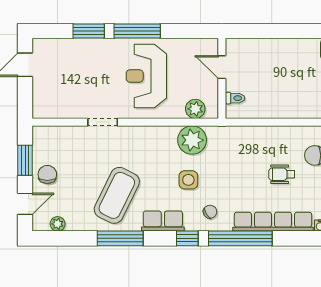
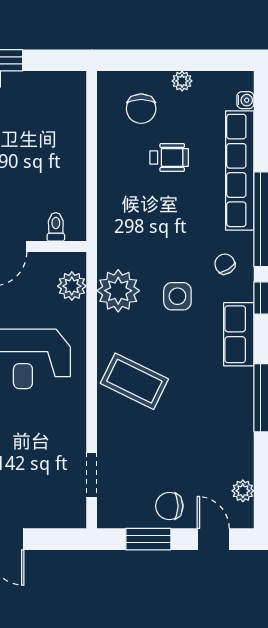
doorway: (103, 122) -> (92, 475), moved
wheelchair: (282, 174) -> (169, 157), turned -90
coffee table: (117, 195) -> (134, 381), moved, width x0.73, depth x0.76

